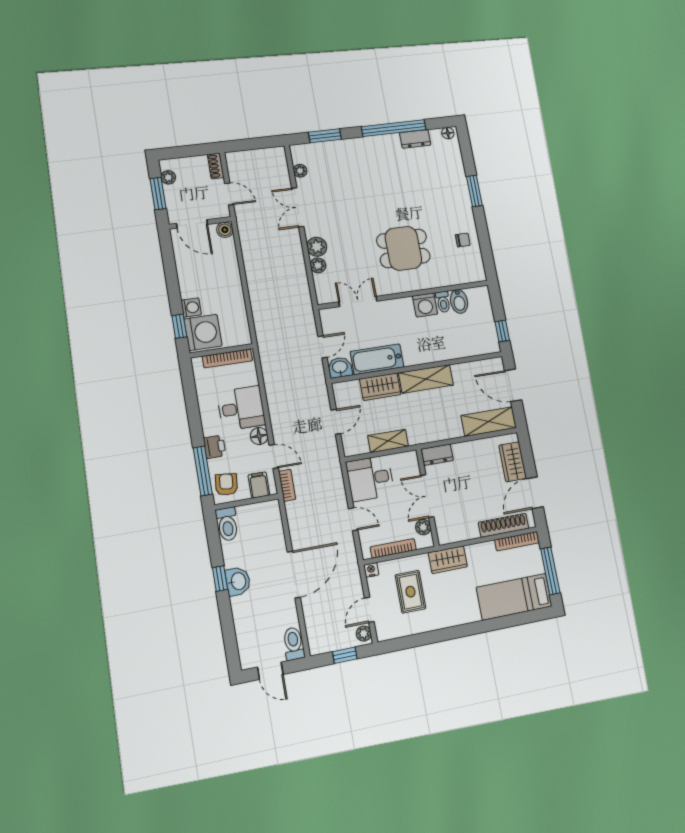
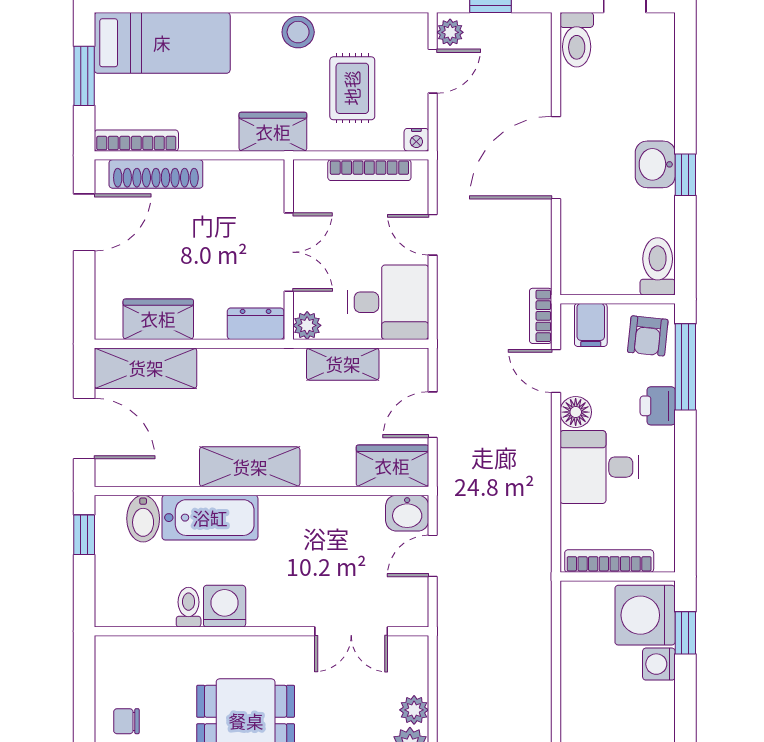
bidet: (459, 301) -> (143, 519), moved, turned 180
bathtub: (377, 359) -> (210, 518), moved
wardrobe: (380, 387) -> (392, 466), moved
wardrobe: (513, 462) -> (158, 319), moved, turned -90
plant: (423, 527) -> (307, 325), moved
window: (550, 571) -> (84, 76), width x0.69
stool: (445, 617) -> (298, 32), added

